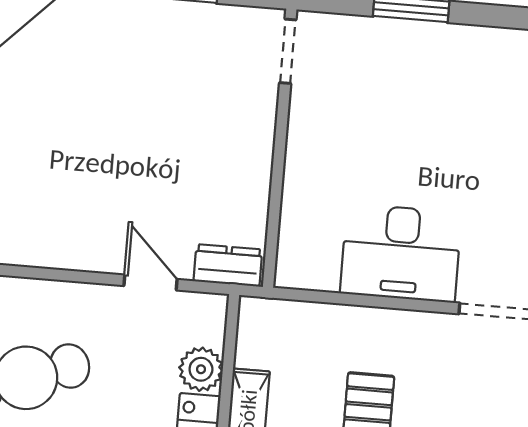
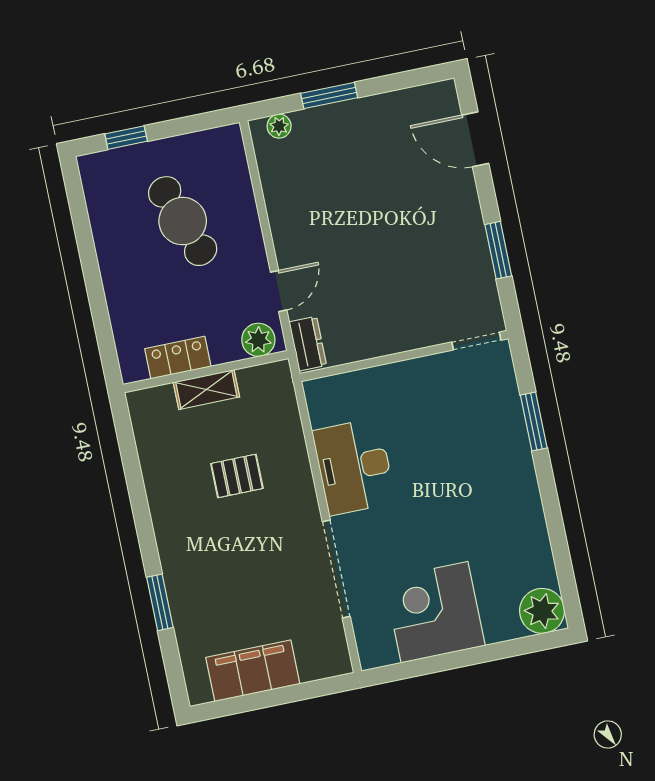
plant: (201, 369) -> (258, 340), moved

